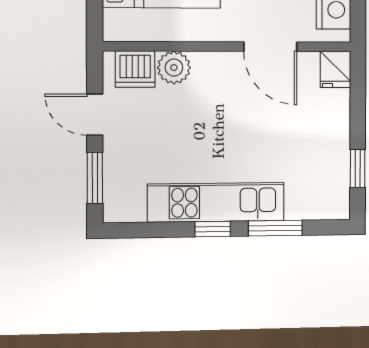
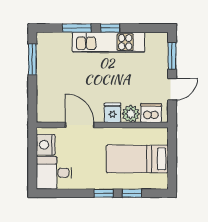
fridge: (335, 70) -> (112, 113), moved
door: (95, 115) -> (172, 89), hinge flipped
window: (358, 169) -> (32, 59), width x1.50

